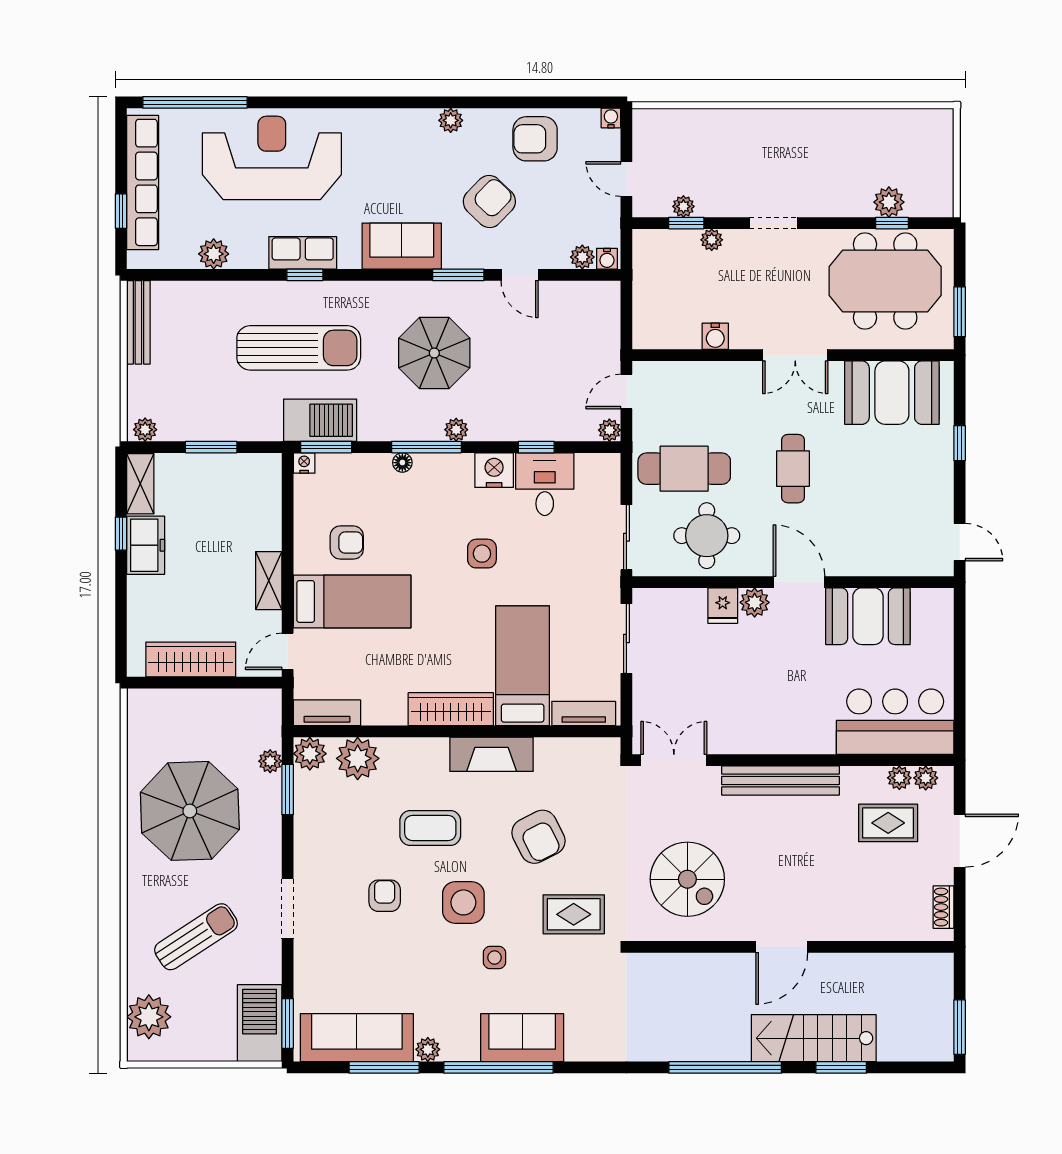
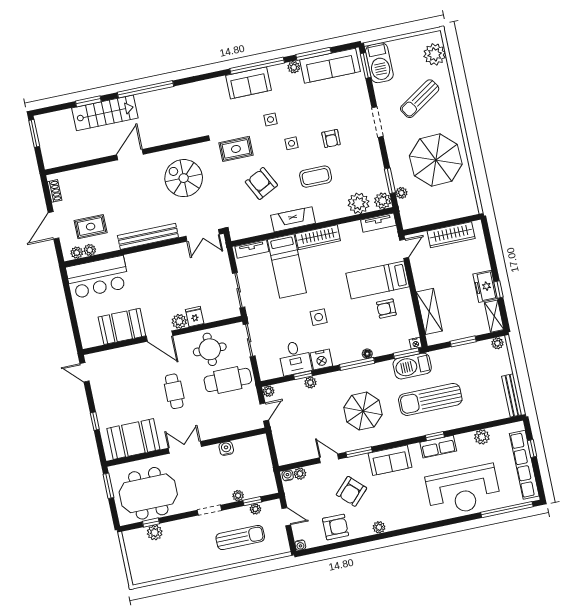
sun lounger: (725, 157) -> (240, 537), added
plant: (456, 430) -> (310, 383), moved
shelving: (269, 581) -> (429, 311), moved, width x1.50, depth x1.33
side table: (463, 902) -> (292, 143), width x0.54, depth x0.54

